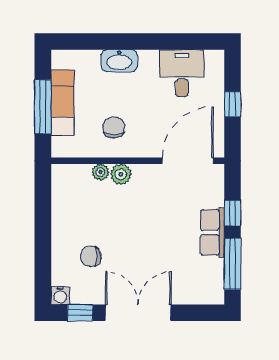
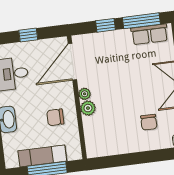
door: (188, 161) -> (72, 62), hinge flipped
plant: (100, 172) -> (85, 94), moved
row of seats: (212, 232) -> (149, 34), moved

